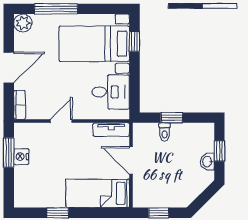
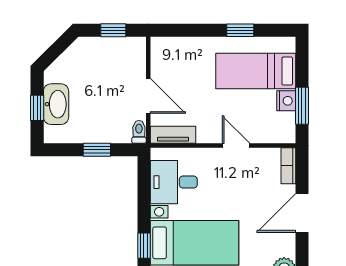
door: (61, 121) -> (236, 146), swing flipped
toilet: (165, 132) -> (139, 132), moved
washbasin: (207, 162) -> (56, 104), width x1.91, depth x1.45
bed: (98, 193) -> (256, 71), moved, turned 180

